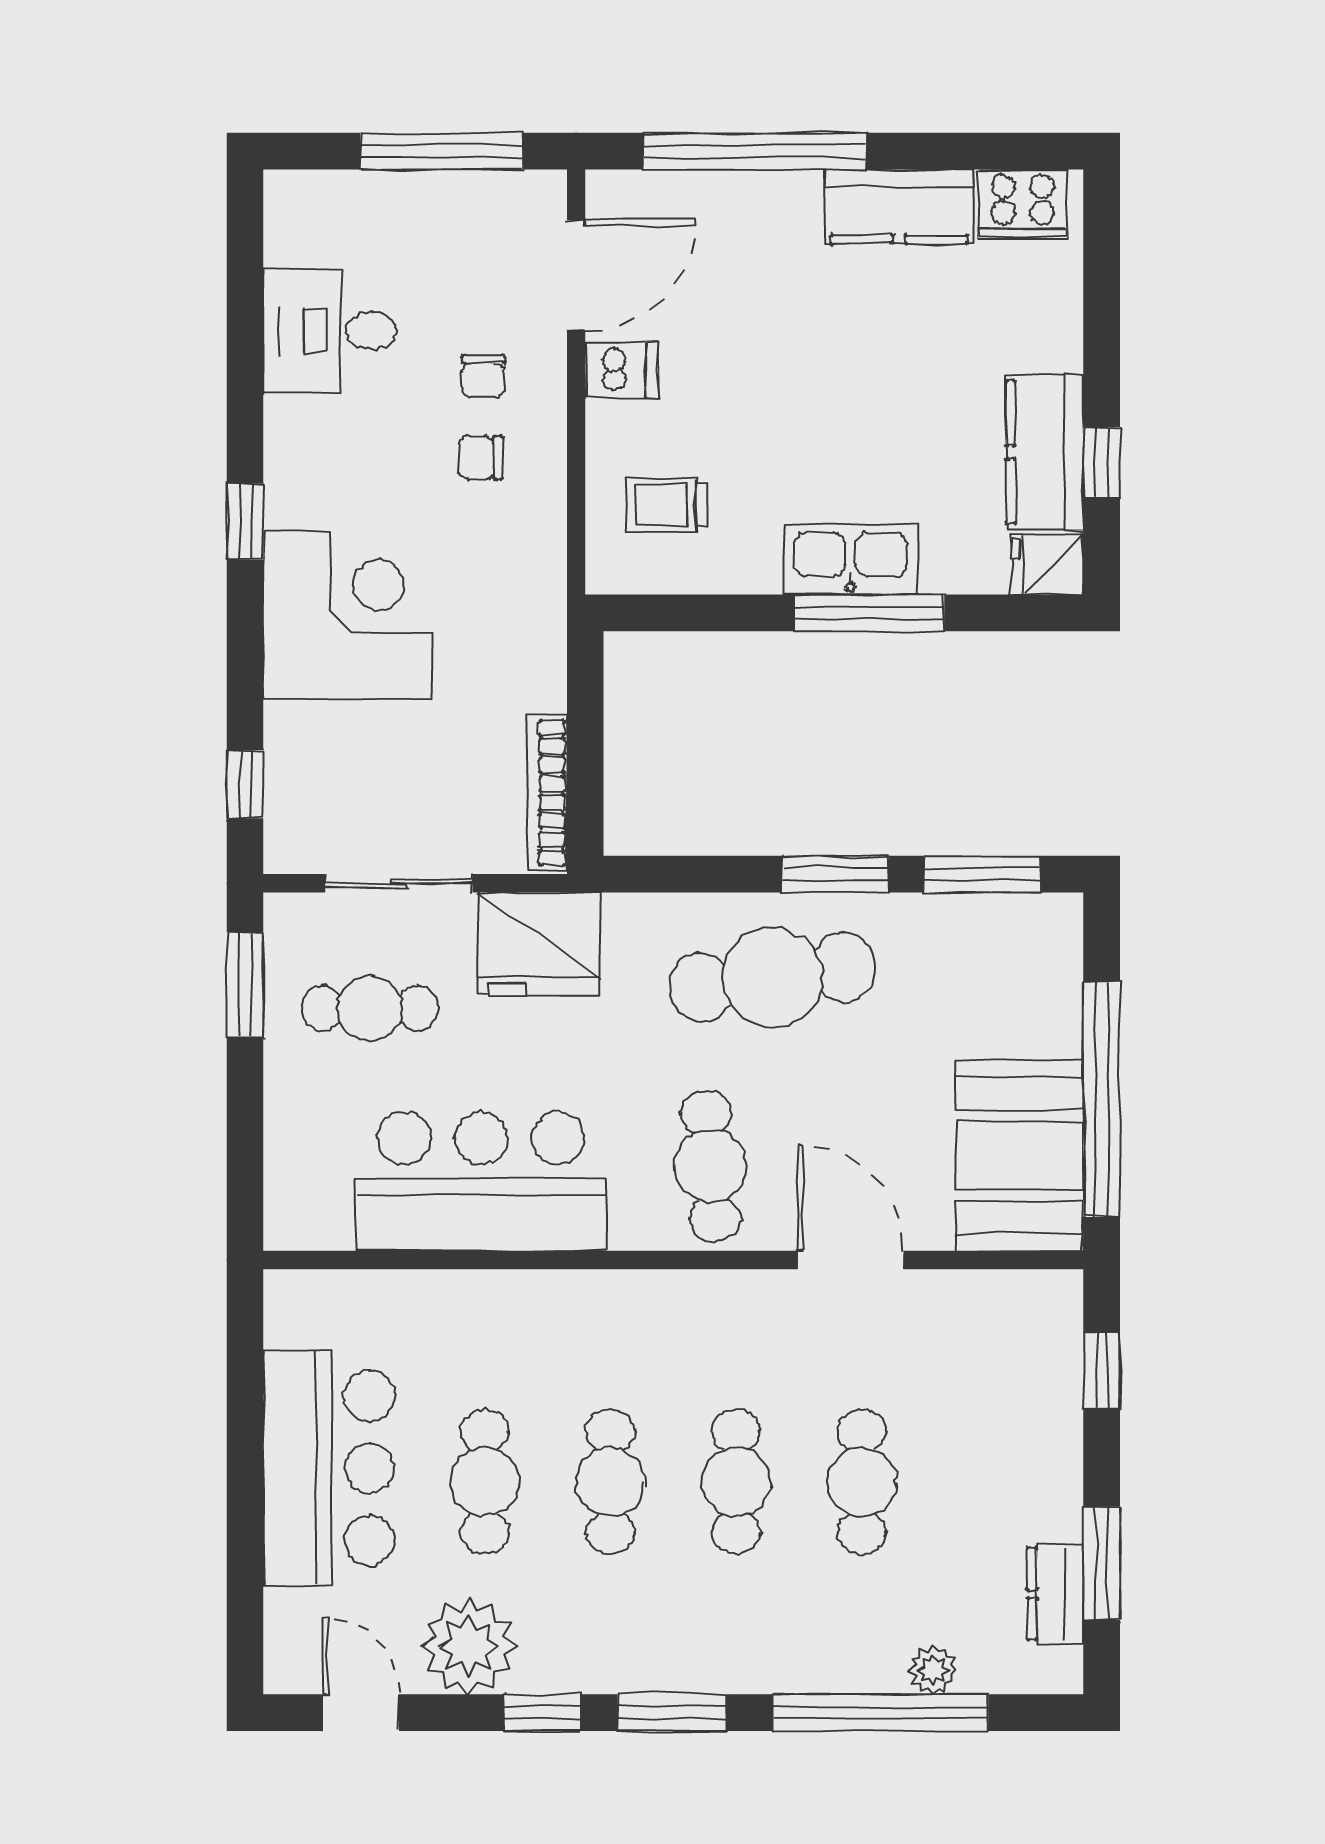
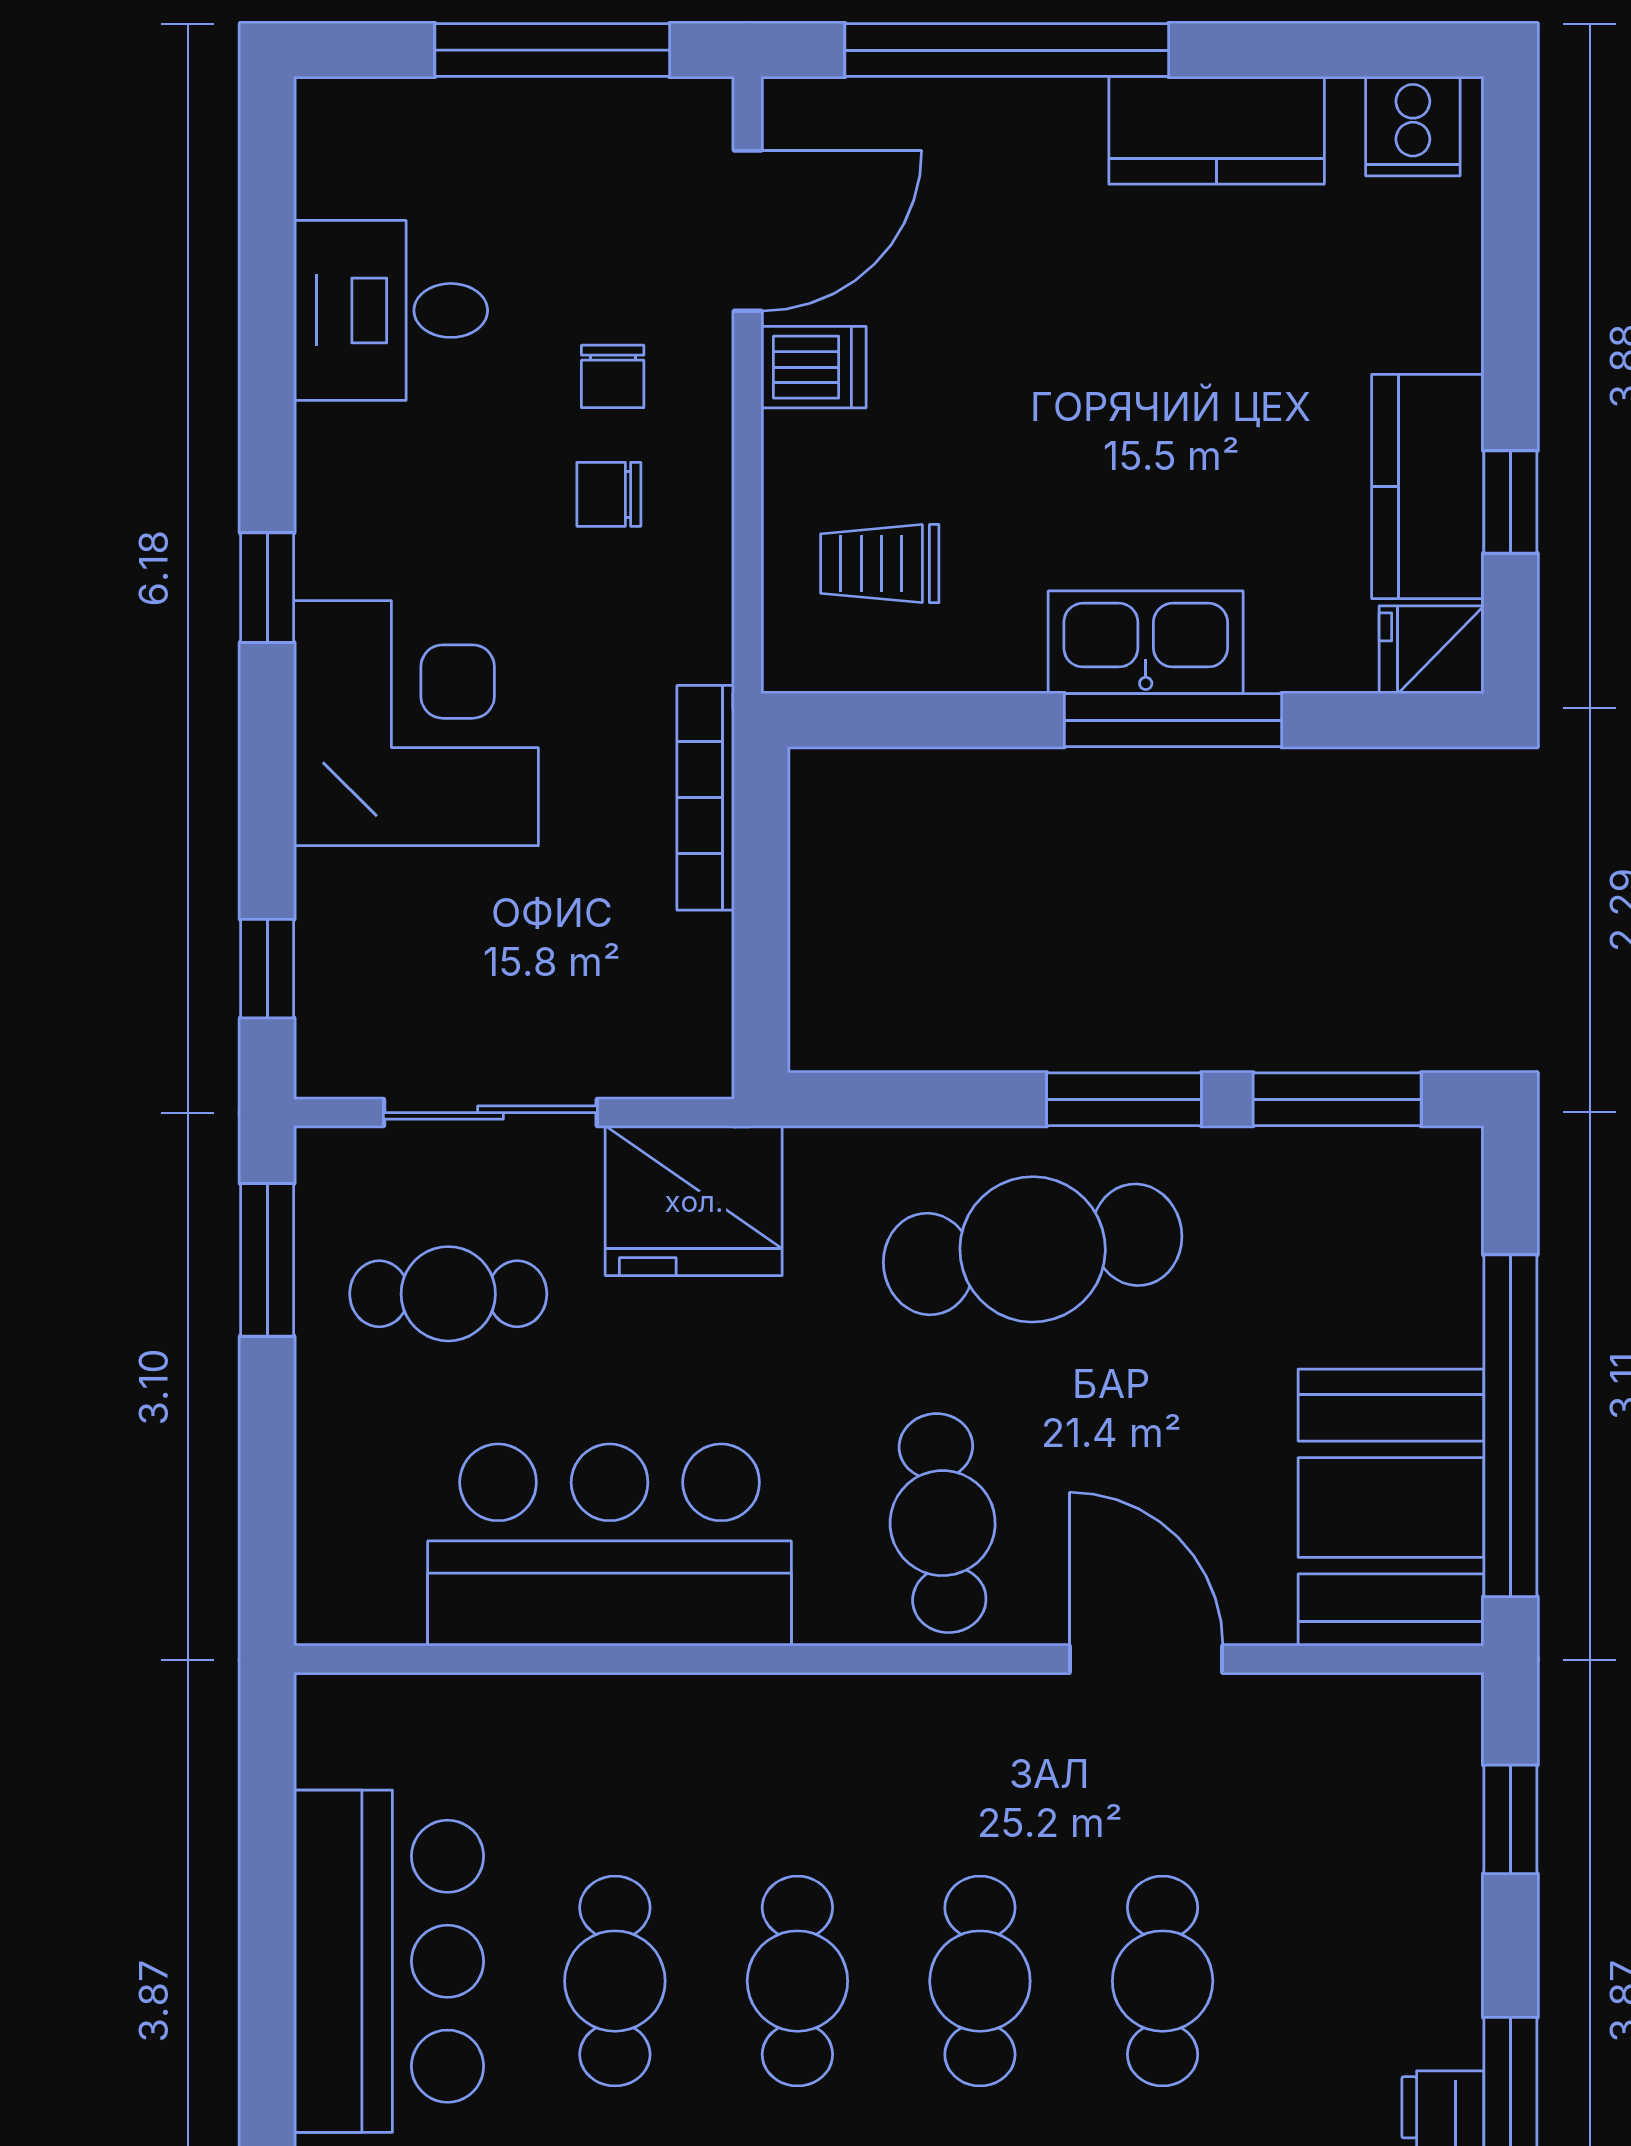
cooker: (1023, 204) -> (1413, 126), width x0.73
bookcase: (547, 793) -> (706, 798), moved

